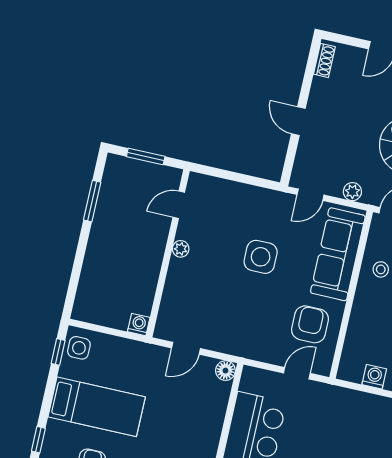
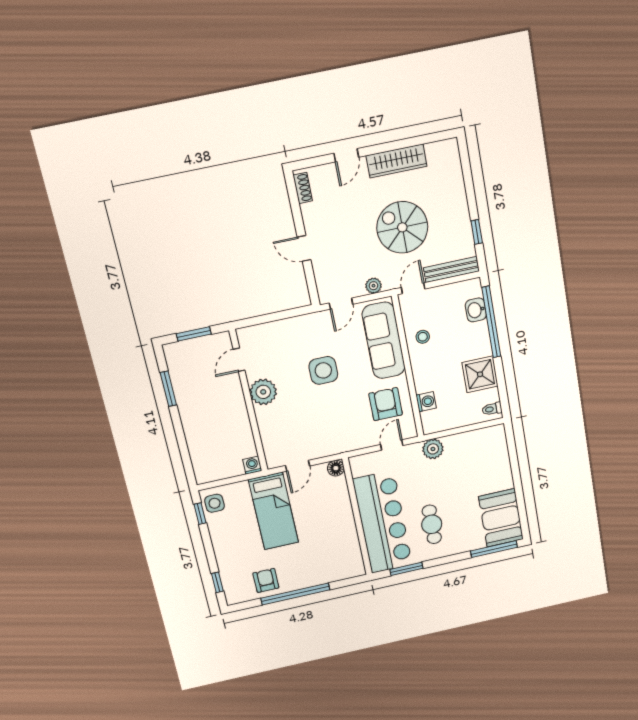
plant: (181, 249) -> (263, 392), width x1.88, depth x1.88
washing machine: (374, 377) -> (426, 402), moved, turned 90
plant: (339, 399) -> (433, 449), added
bed: (97, 407) -> (274, 511), moved, turned 90

